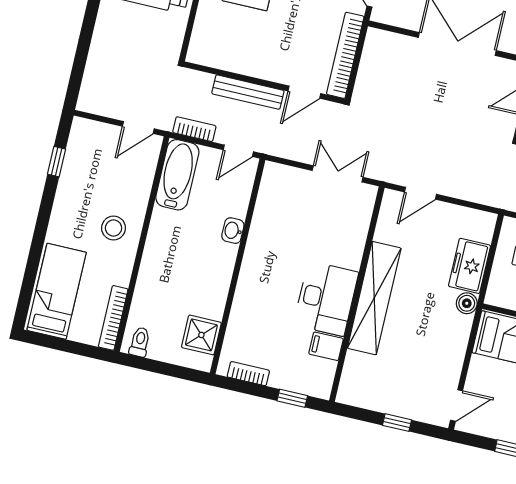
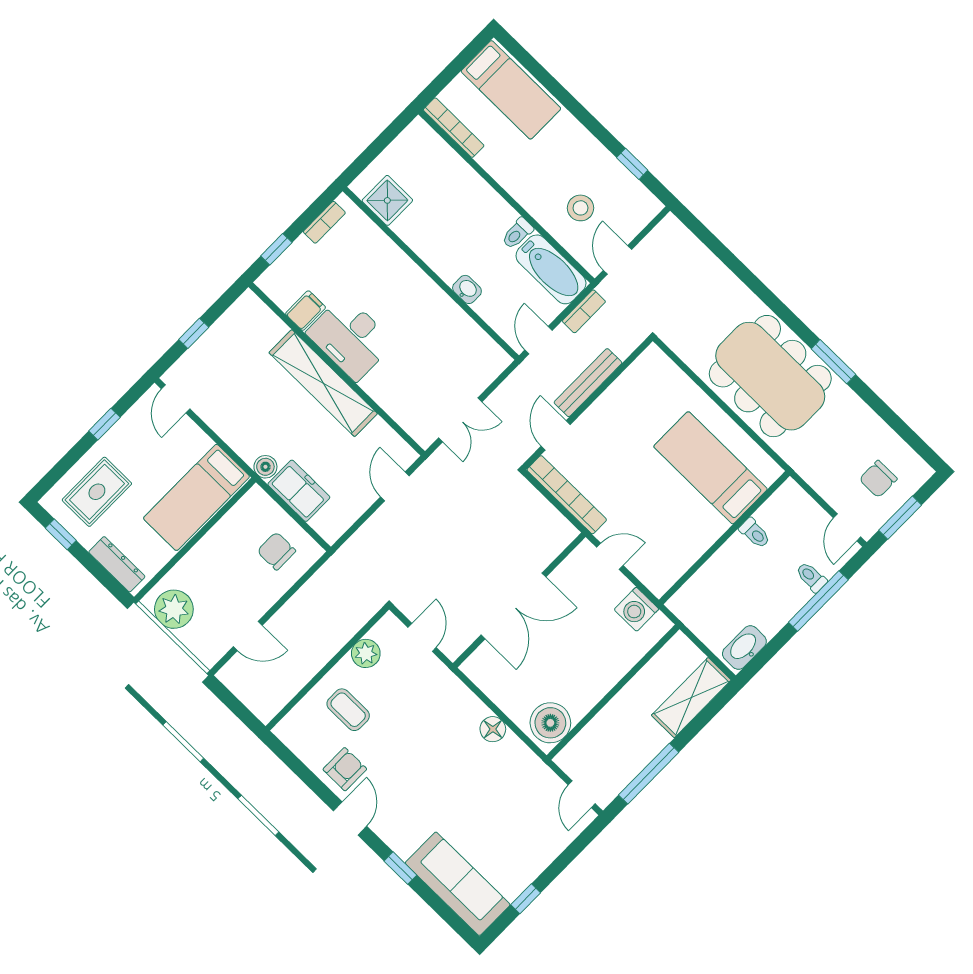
stool: (114, 228) -> (581, 208), moved
toilet: (140, 342) -> (517, 233), moved, turned 90

